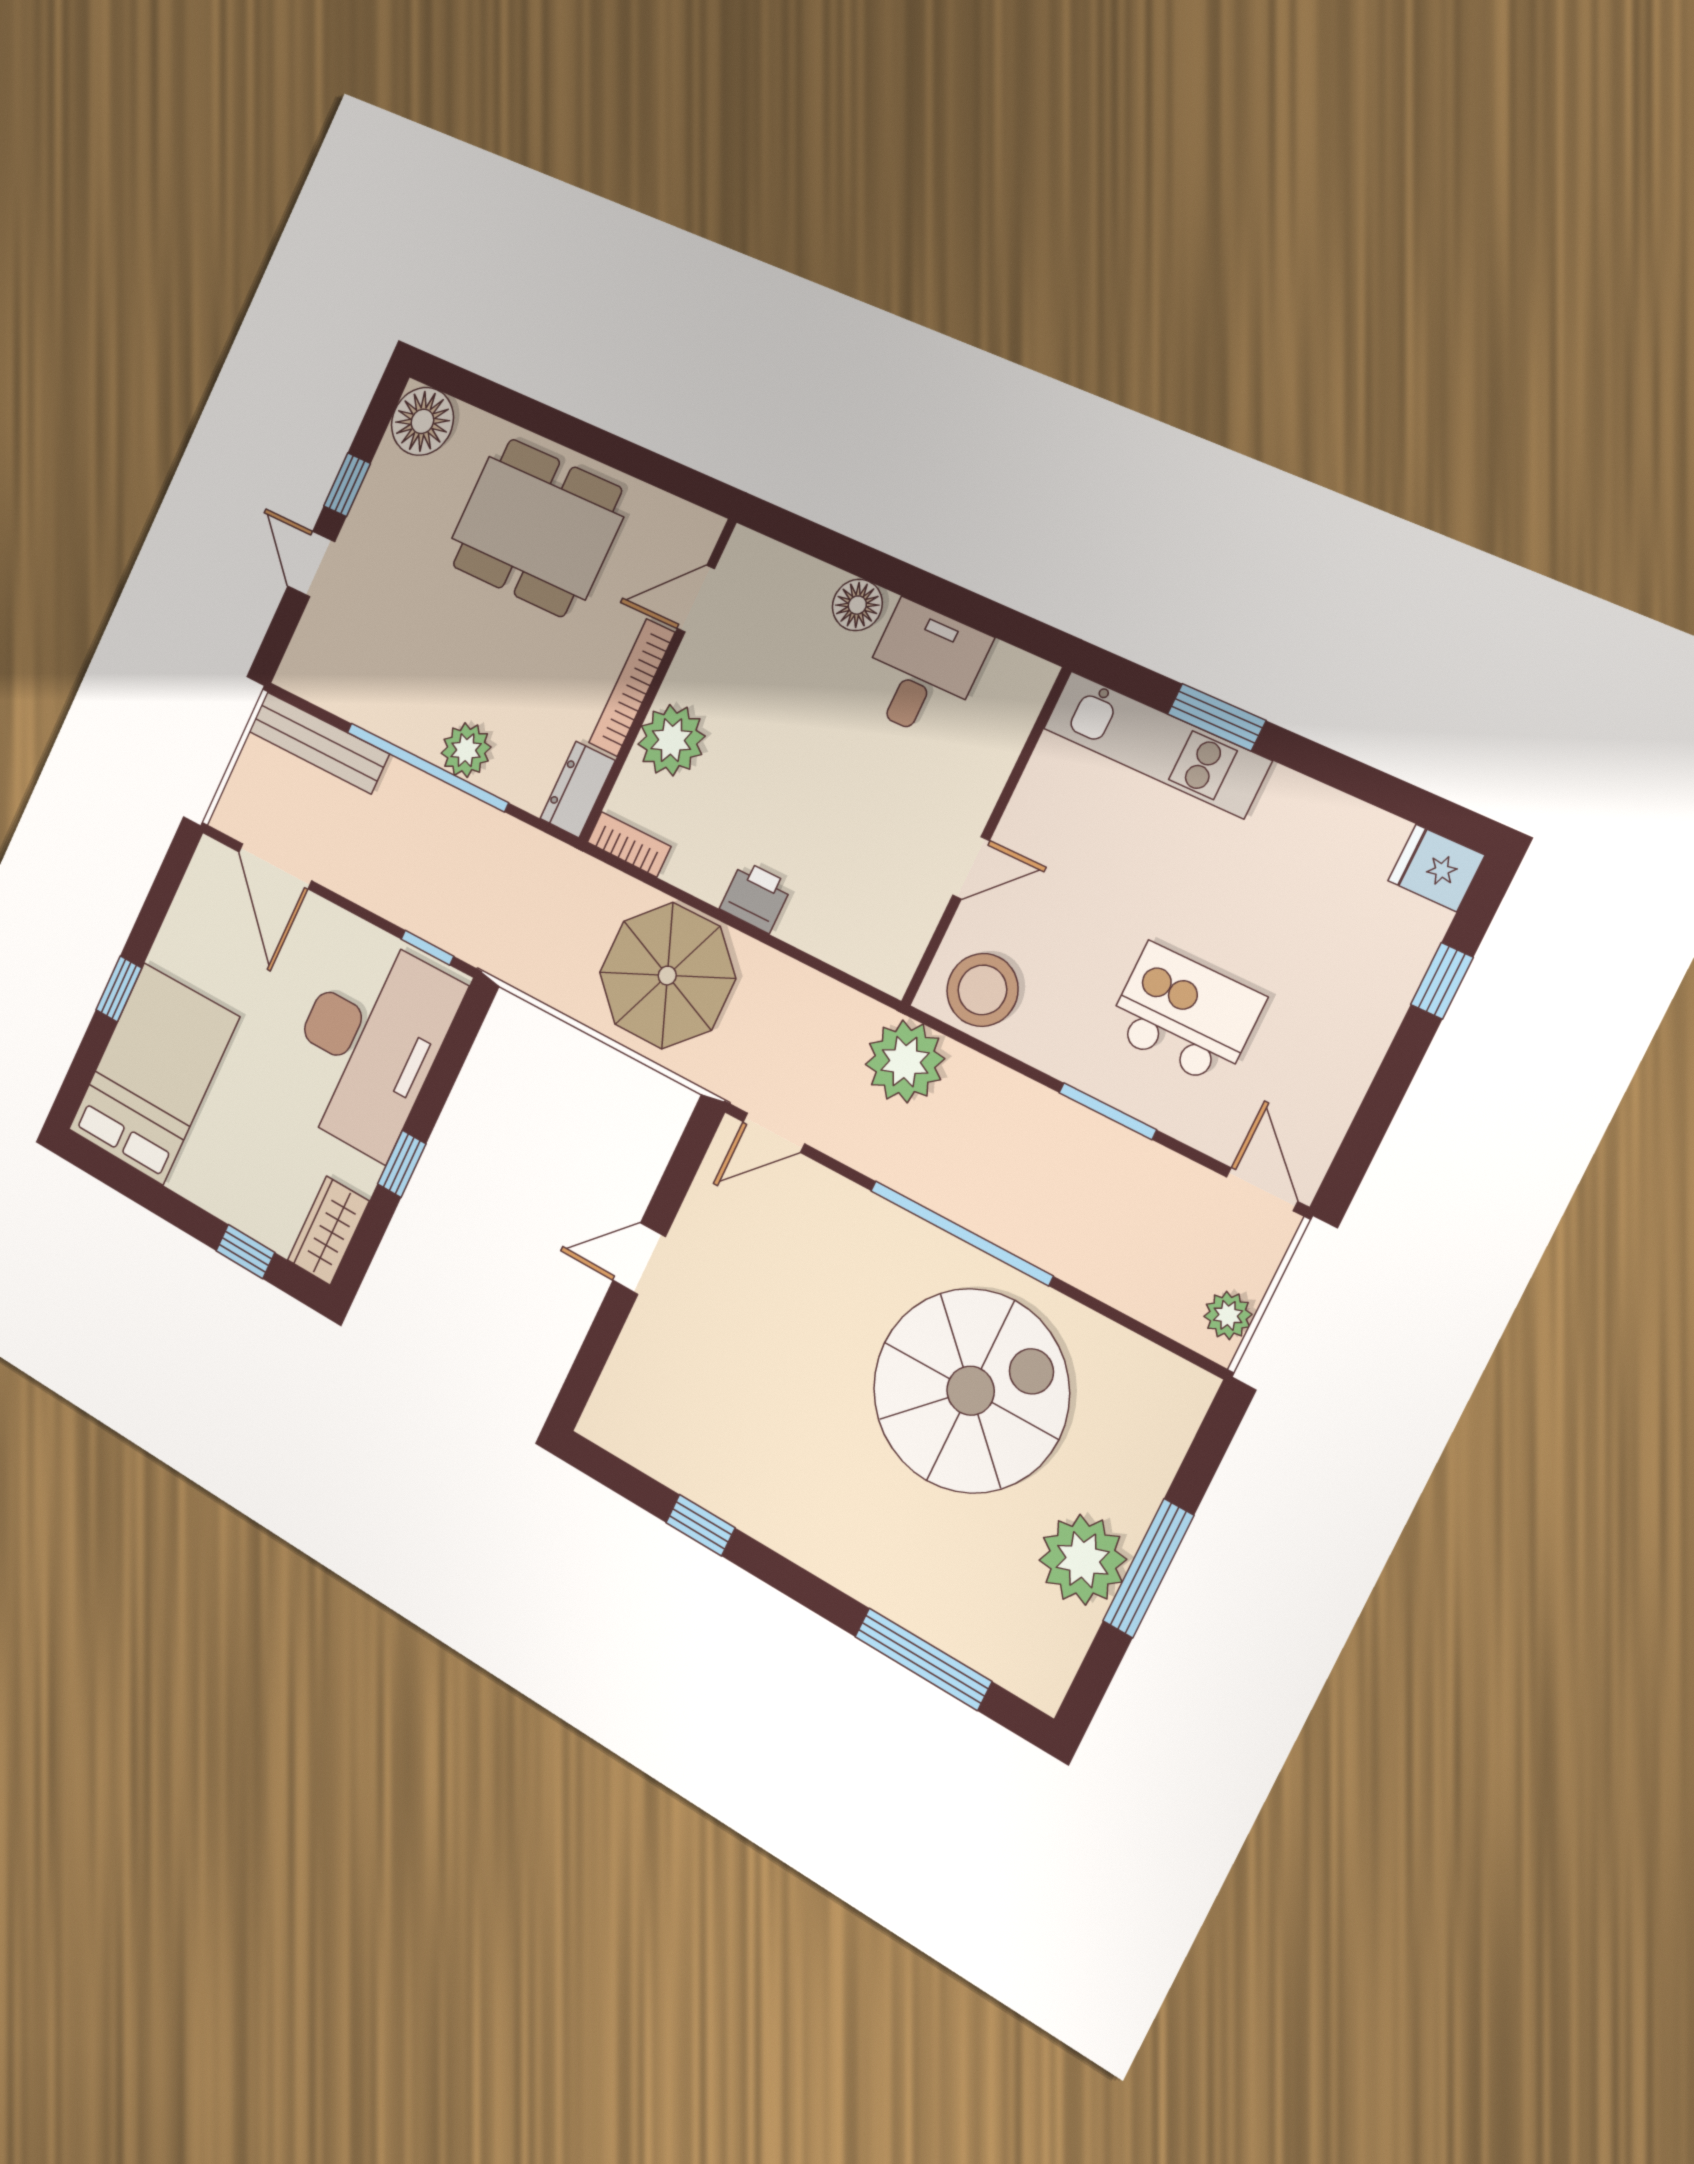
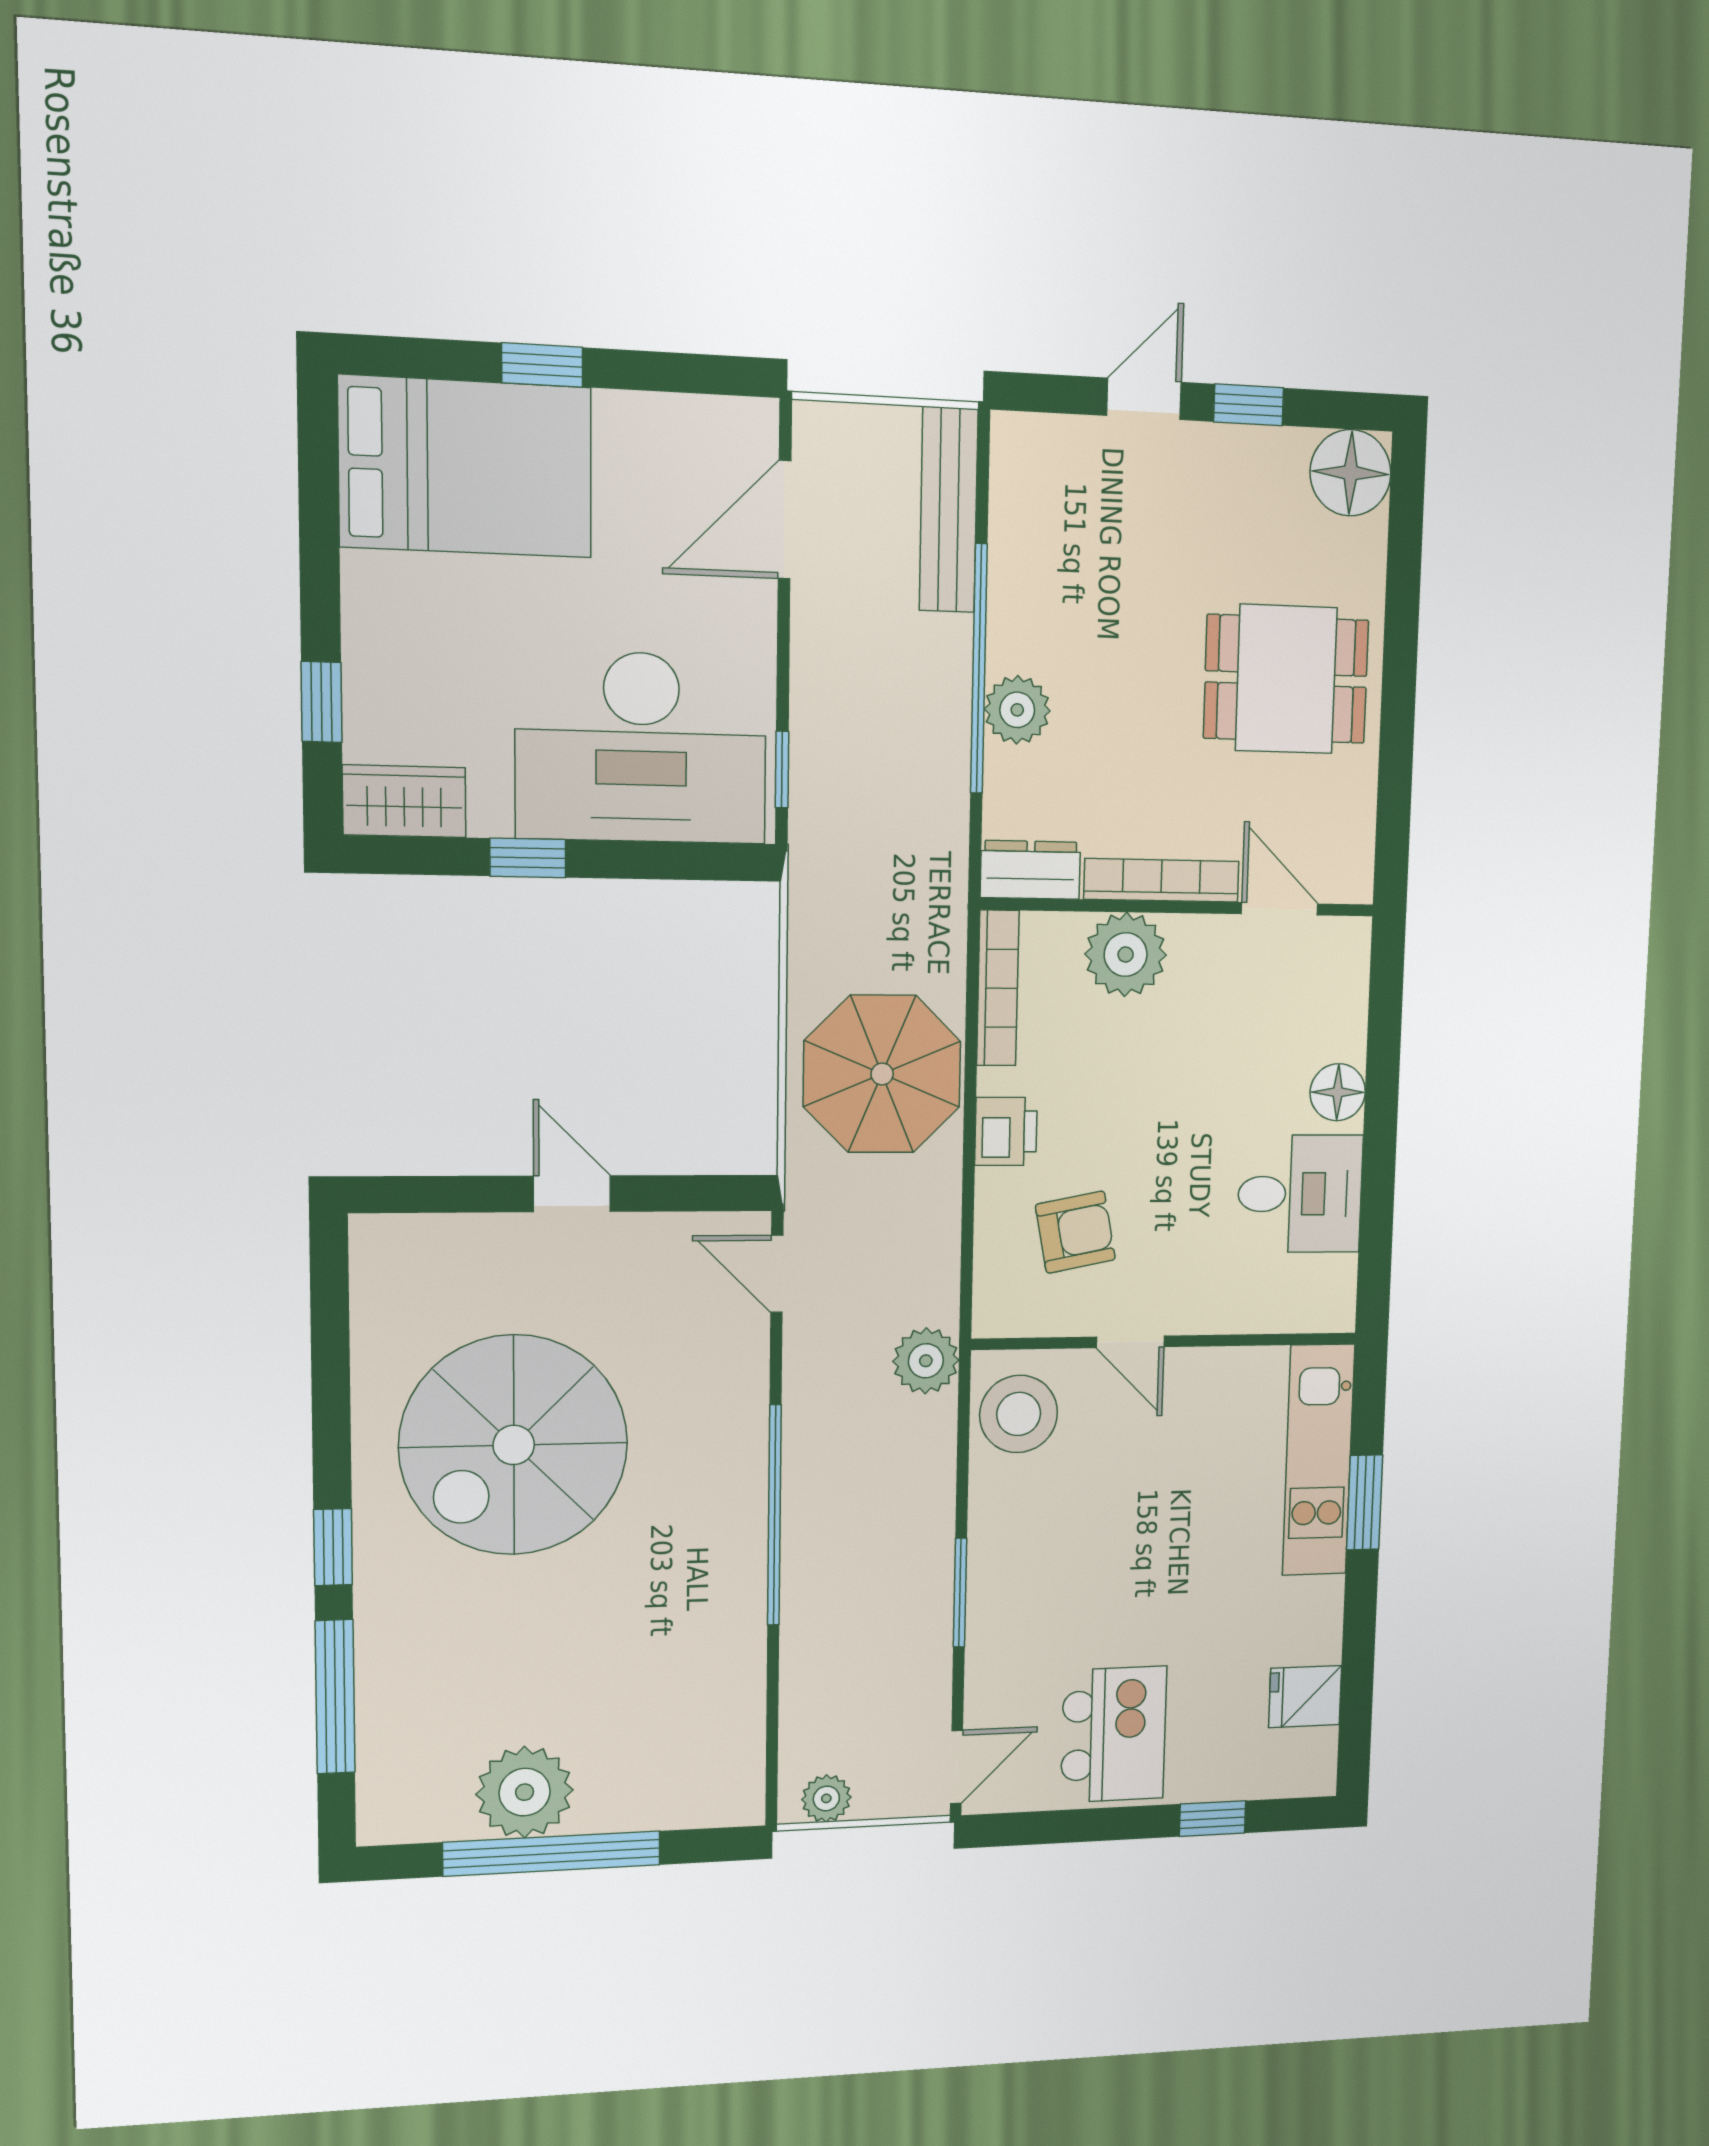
dining table: (537, 528) -> (1286, 679), width x0.73
bookcase: (629, 844) -> (998, 988), width x1.56
fridge: (1436, 868) -> (1305, 1697), moved, turned -90
armchair: (860, 875) -> (1075, 1232), added
kitchen island: (1185, 1014) -> (1114, 1734), moved
plant: (905, 1062) -> (926, 1361), width x0.73, depth x0.73
spiral stairs: (971, 1391) -> (514, 1445), moved, turned 90
window: (700, 1525) -> (333, 1547), moved
window: (1148, 1568) -> (552, 1854), width x1.46

